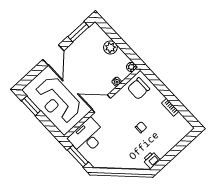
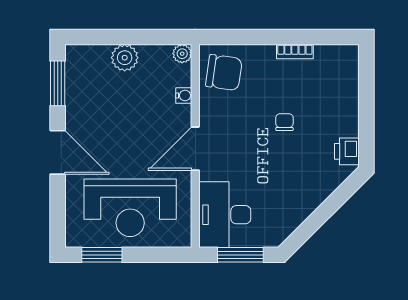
chair: (139, 89) -> (224, 73), turned -82

